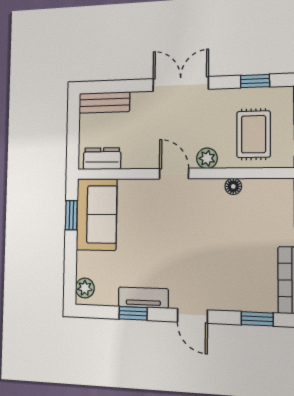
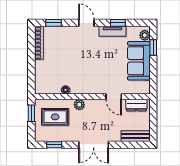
rug: (254, 134) -> (55, 117), turned 90
door: (174, 174) -> (114, 97), moved
sofa: (97, 214) -> (139, 61), moved
window: (71, 215) -> (153, 47), moved

